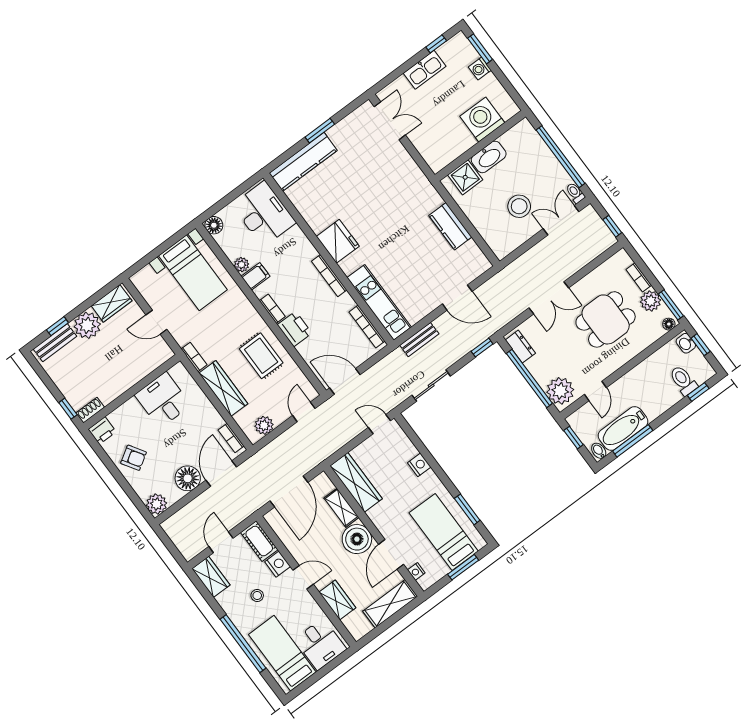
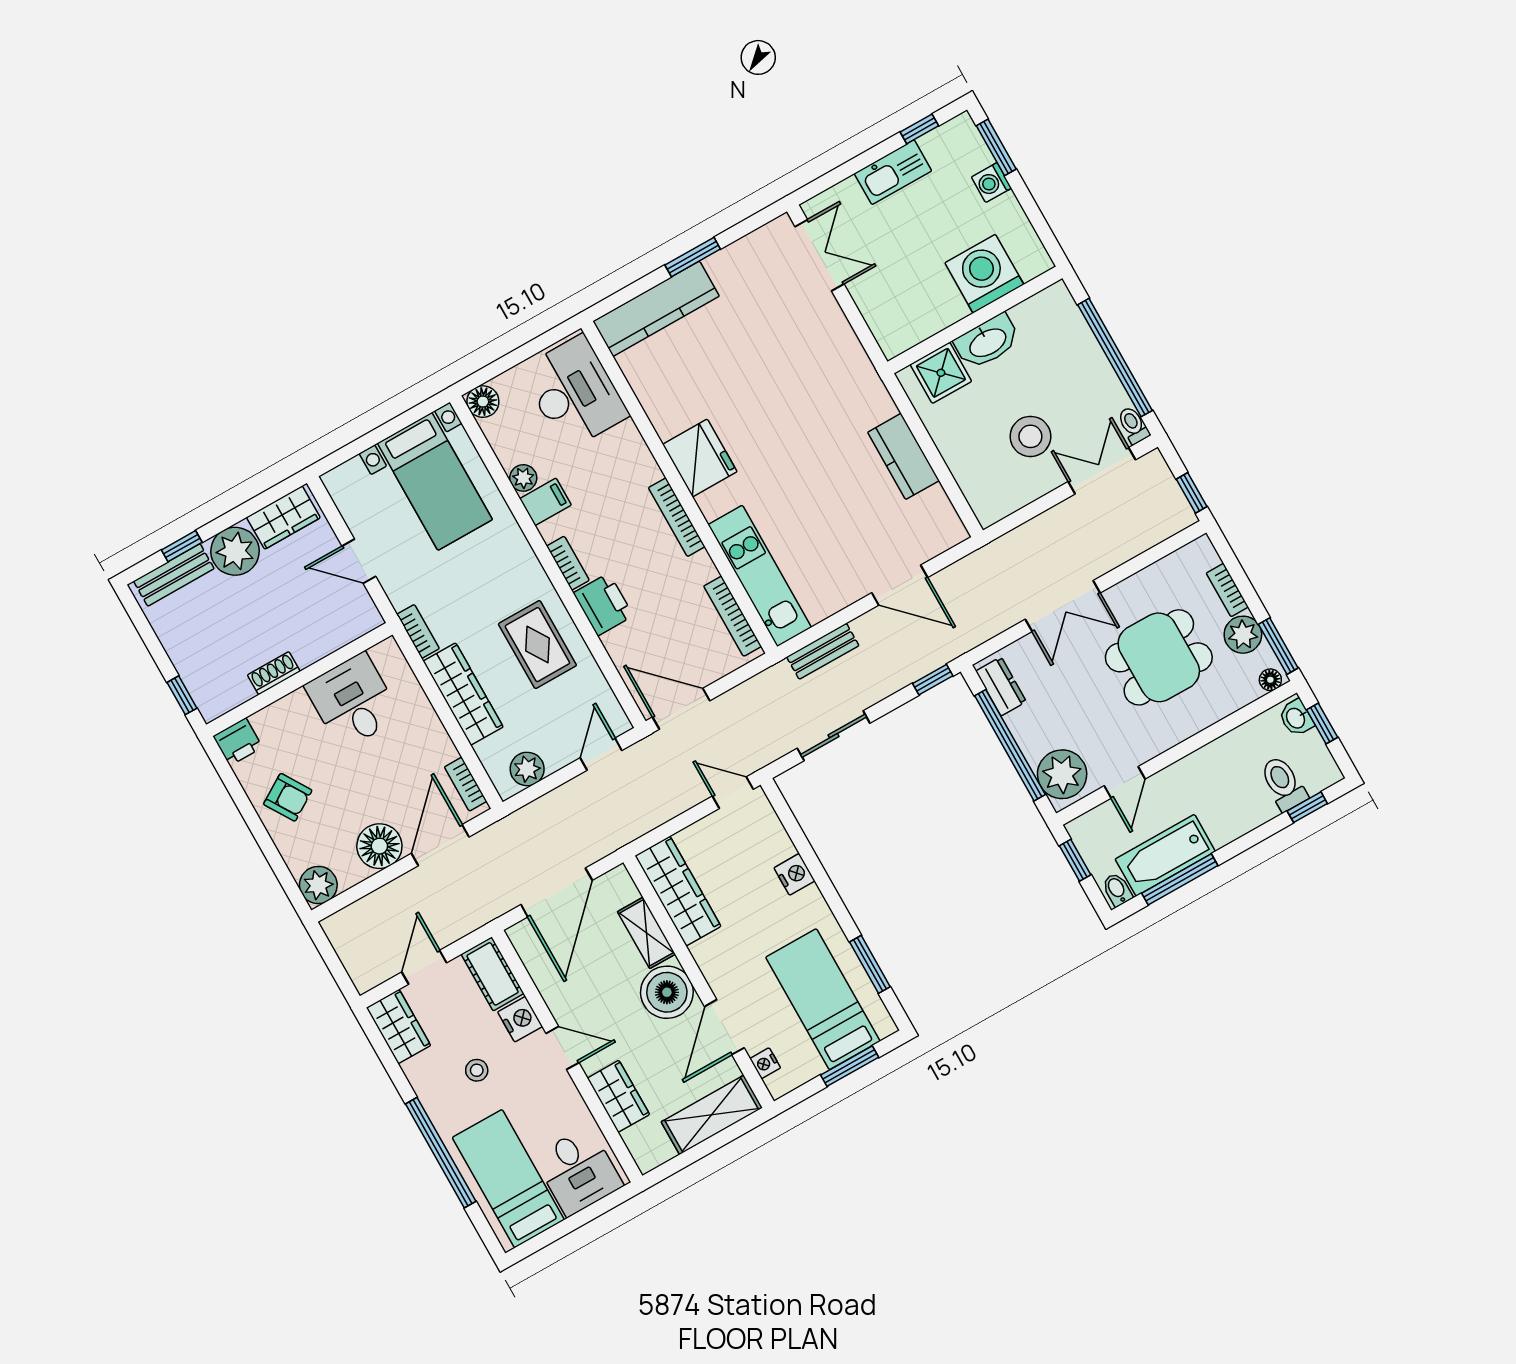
shoe rack: (90, 410) -> (274, 673), moved

